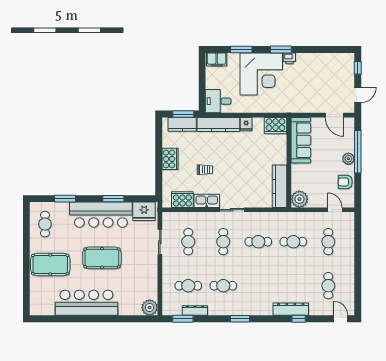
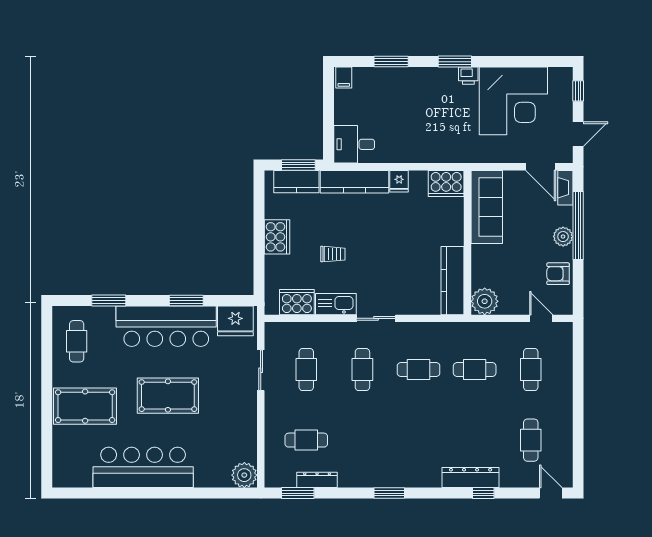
filing cabinet: (217, 59) -> (344, 78), width x0.50
corner desk: (261, 74) -> (513, 101), moved
fireplace: (350, 128) -> (565, 188), added
cafe table: (223, 286) -> (362, 440), removed

